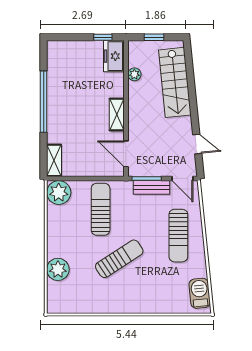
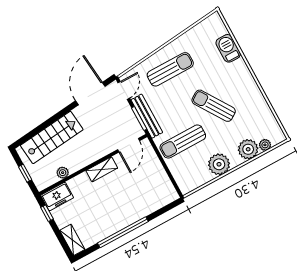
door: (197, 144) -> (90, 94), width x1.88
shelving: (54, 160) -> (72, 240), moved, turned 90
bench: (151, 187) -> (147, 116), width x1.36
plant: (59, 193) -> (219, 164), moved
plant: (53, 288) -> (265, 145), added
barbecue: (200, 293) -> (228, 48), moved, turned 96

